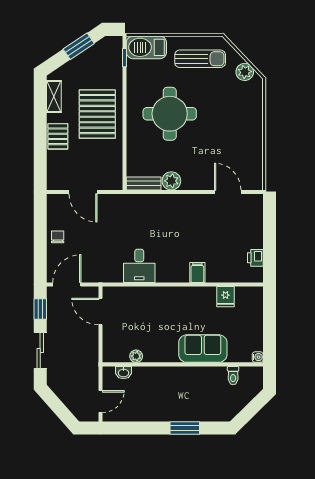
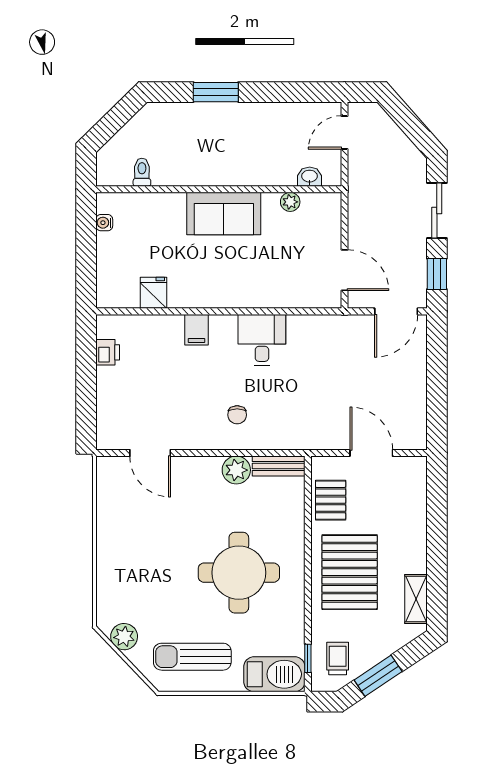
trolley: (105, 58) -> (338, 658), added
pallet: (58, 136) -> (331, 500), moved
chair: (58, 237) -> (237, 415), moved
desk: (139, 266) -> (262, 340), moved
sofa: (203, 349) -> (224, 214), moved
water cooler: (258, 357) -> (104, 223), moved

